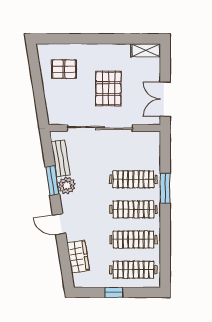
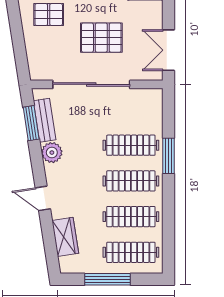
pallet: (108, 89) -> (101, 38), turned 90
window: (52, 180) -> (31, 123), moved
window: (114, 292) -> (107, 279), width x2.17

